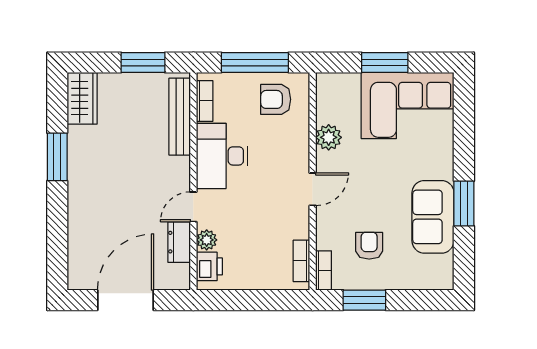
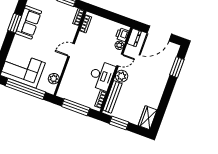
window: (385, 62) -> (25, 89), width x2.11
armchair: (276, 99) -> (73, 90), removed
plant: (329, 137) -> (54, 79), moved
window: (57, 157) -> (177, 67), moved
plant: (176, 171) -> (122, 76), added
dresser: (179, 242) -> (134, 38), moved
armchair: (369, 246) -> (57, 20), removed

